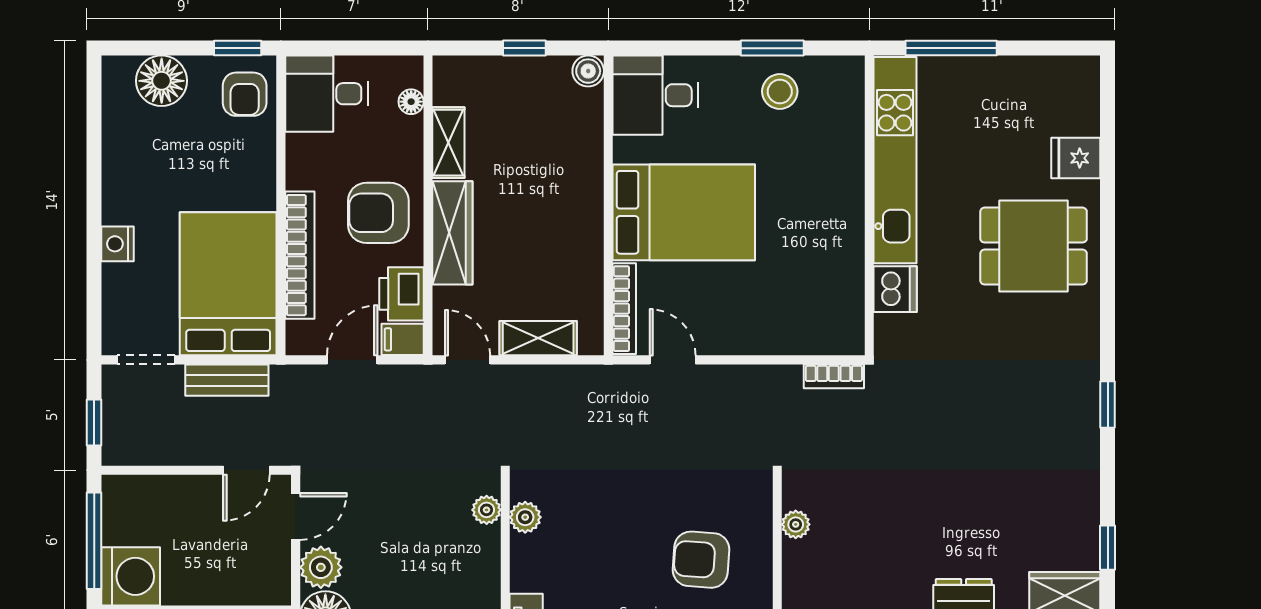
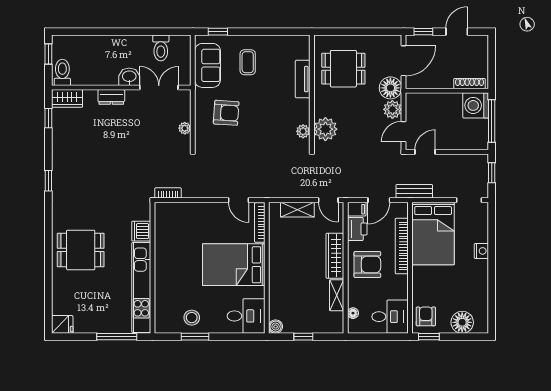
fridge: (1076, 158) -> (62, 324), moved
bench: (227, 380) -> (414, 191), moved
plant: (487, 510) -> (325, 129), width x1.88, depth x1.88

